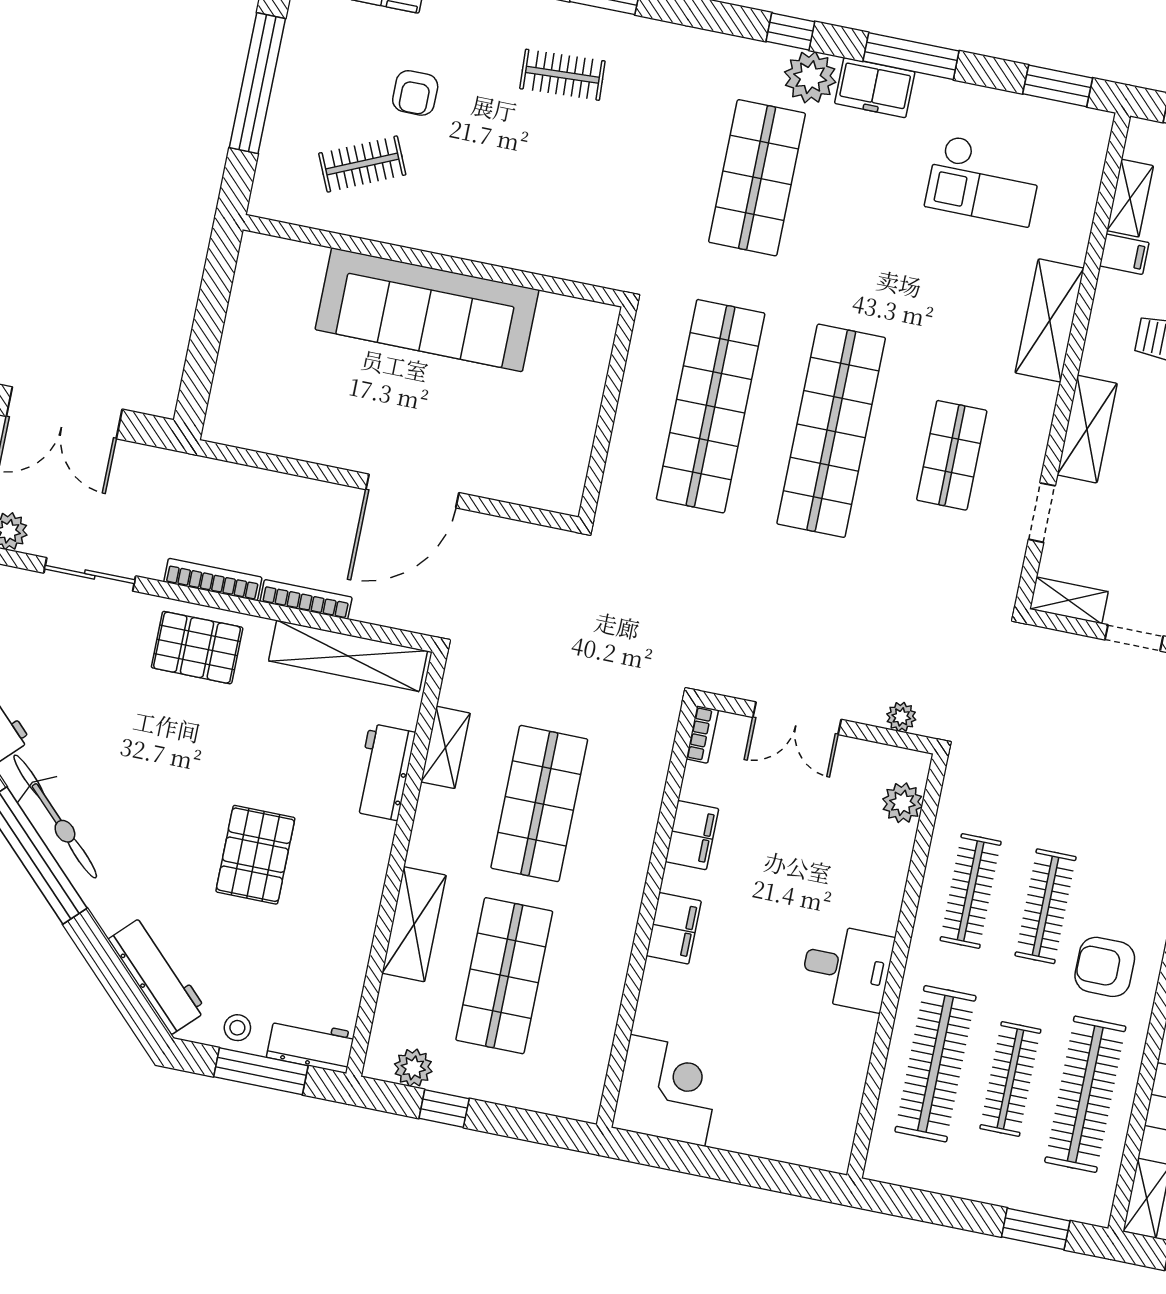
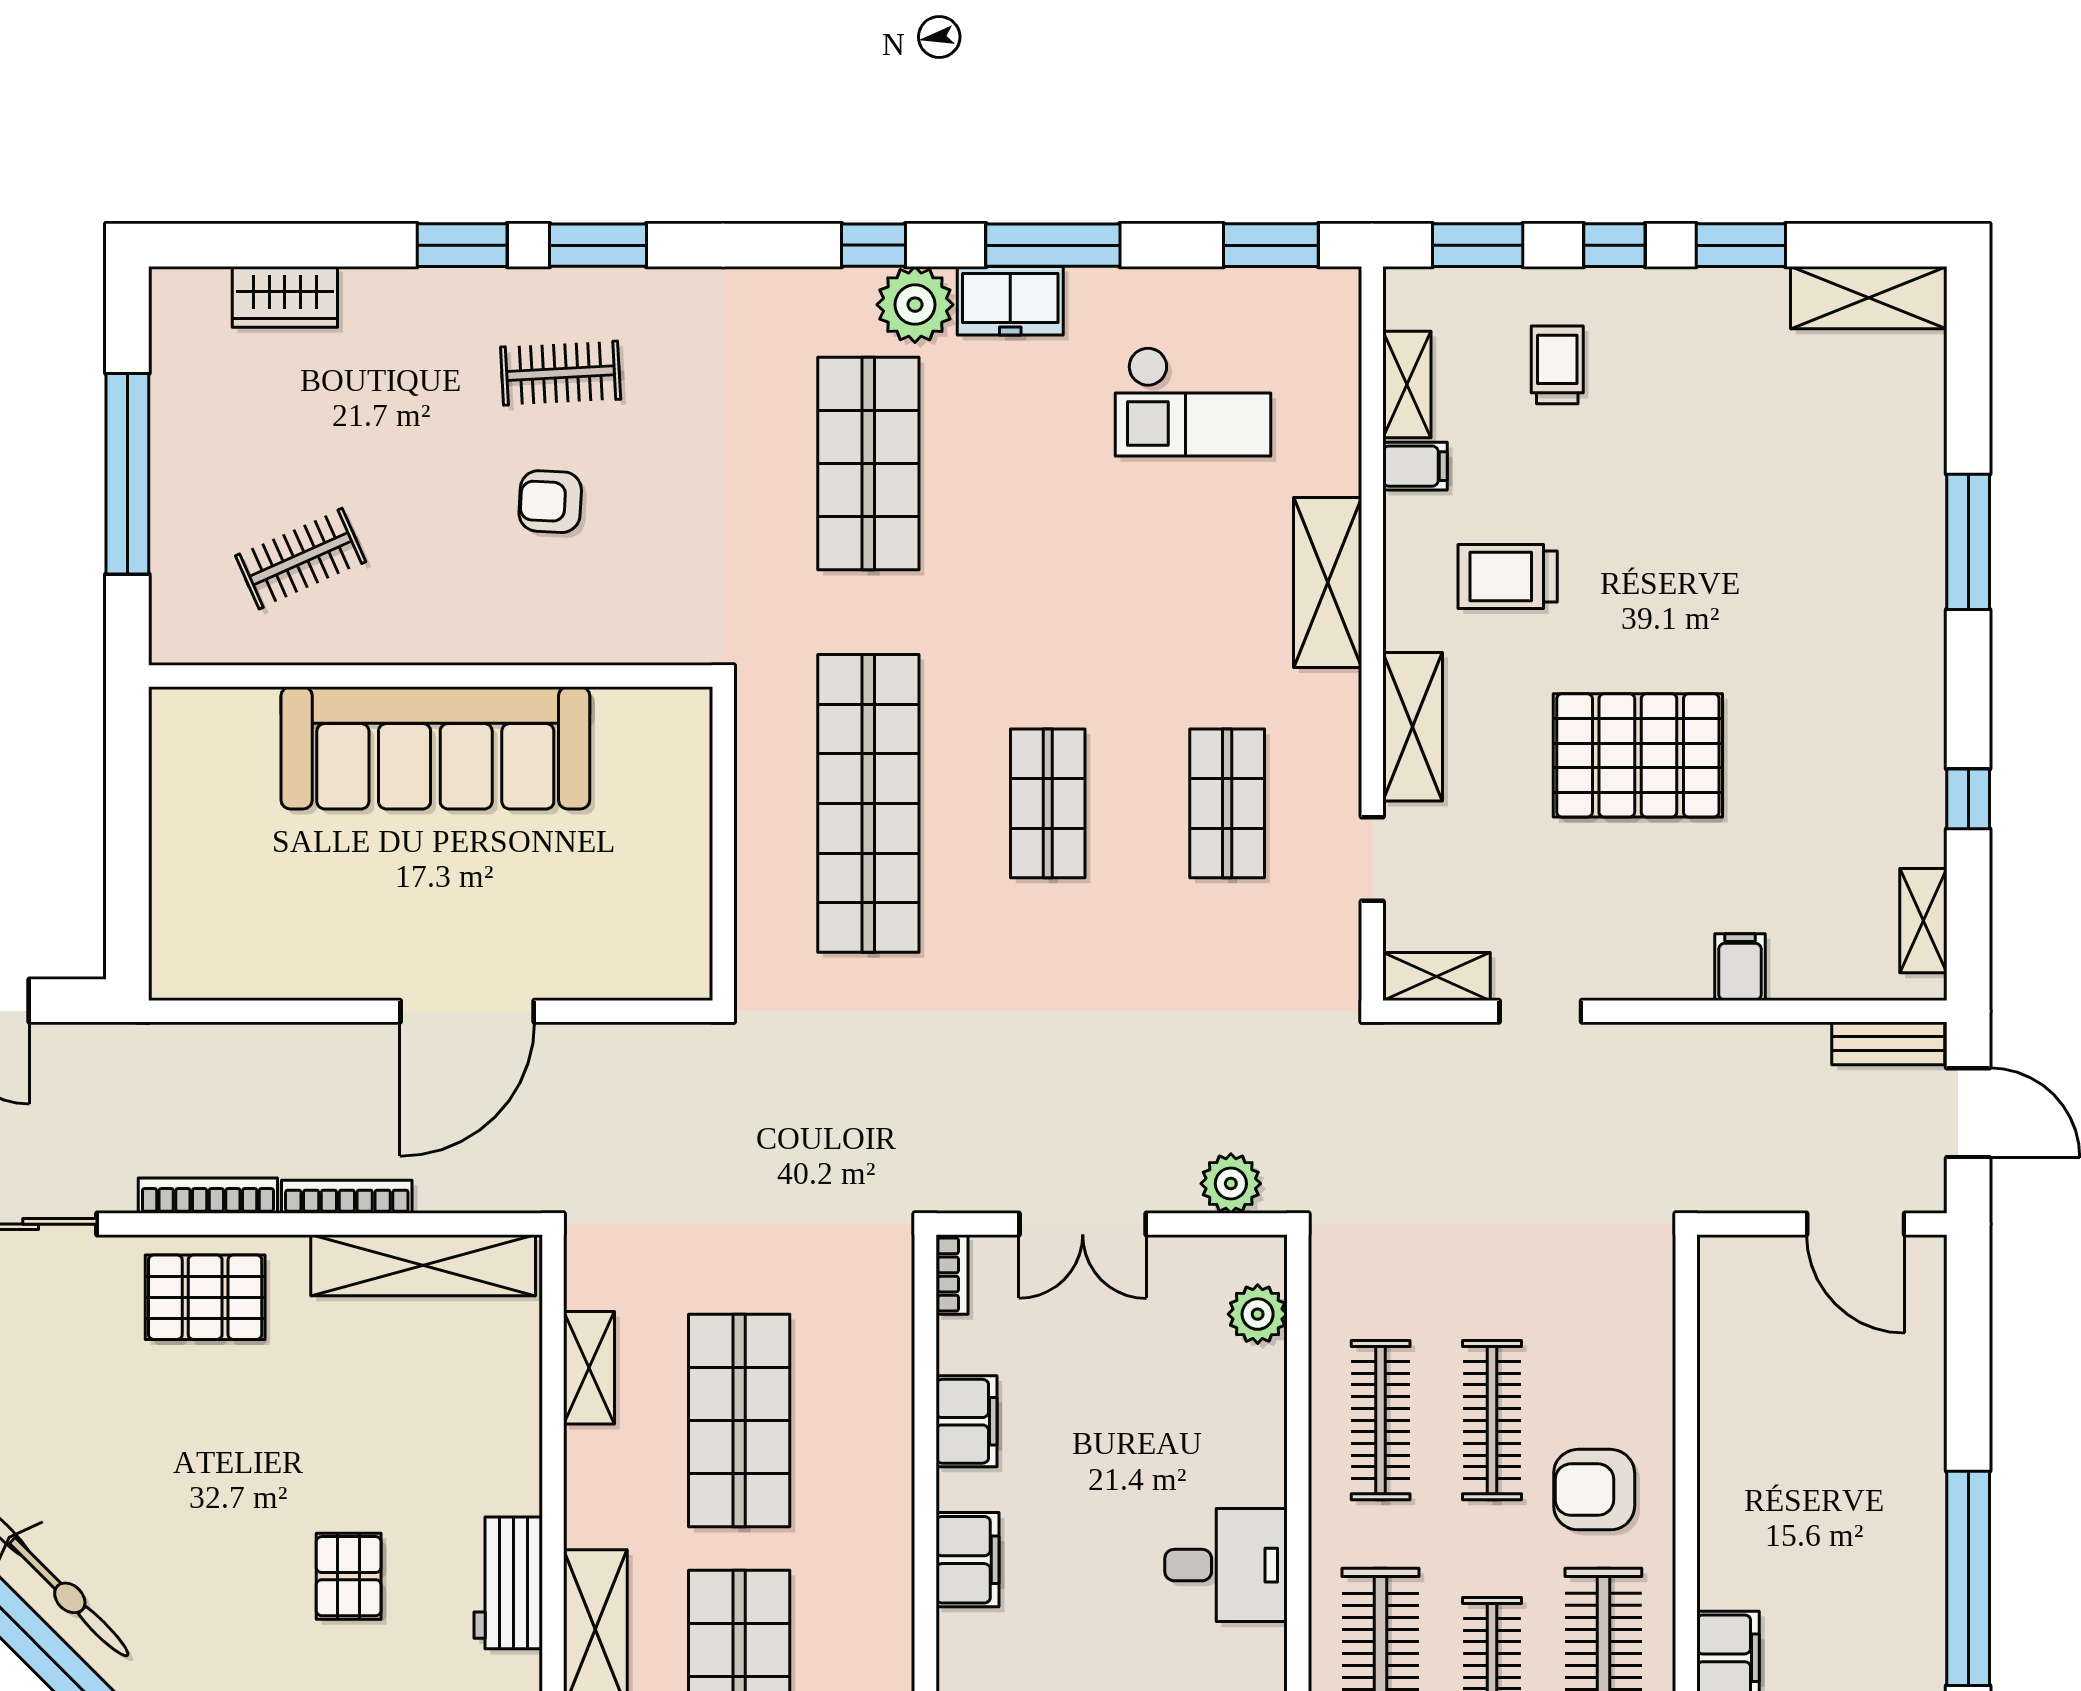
armchair: (415, 93) -> (550, 502), moved, turned 93
shop shelf: (831, 431) -> (1048, 803), width x0.50, depth x0.74
plant: (901, 717) -> (1231, 1184), width x1.38, depth x1.38
workbench: (384, 772) -> (508, 1583), moved
pallet: (255, 855) -> (349, 1576), width x0.67, depth x0.71

